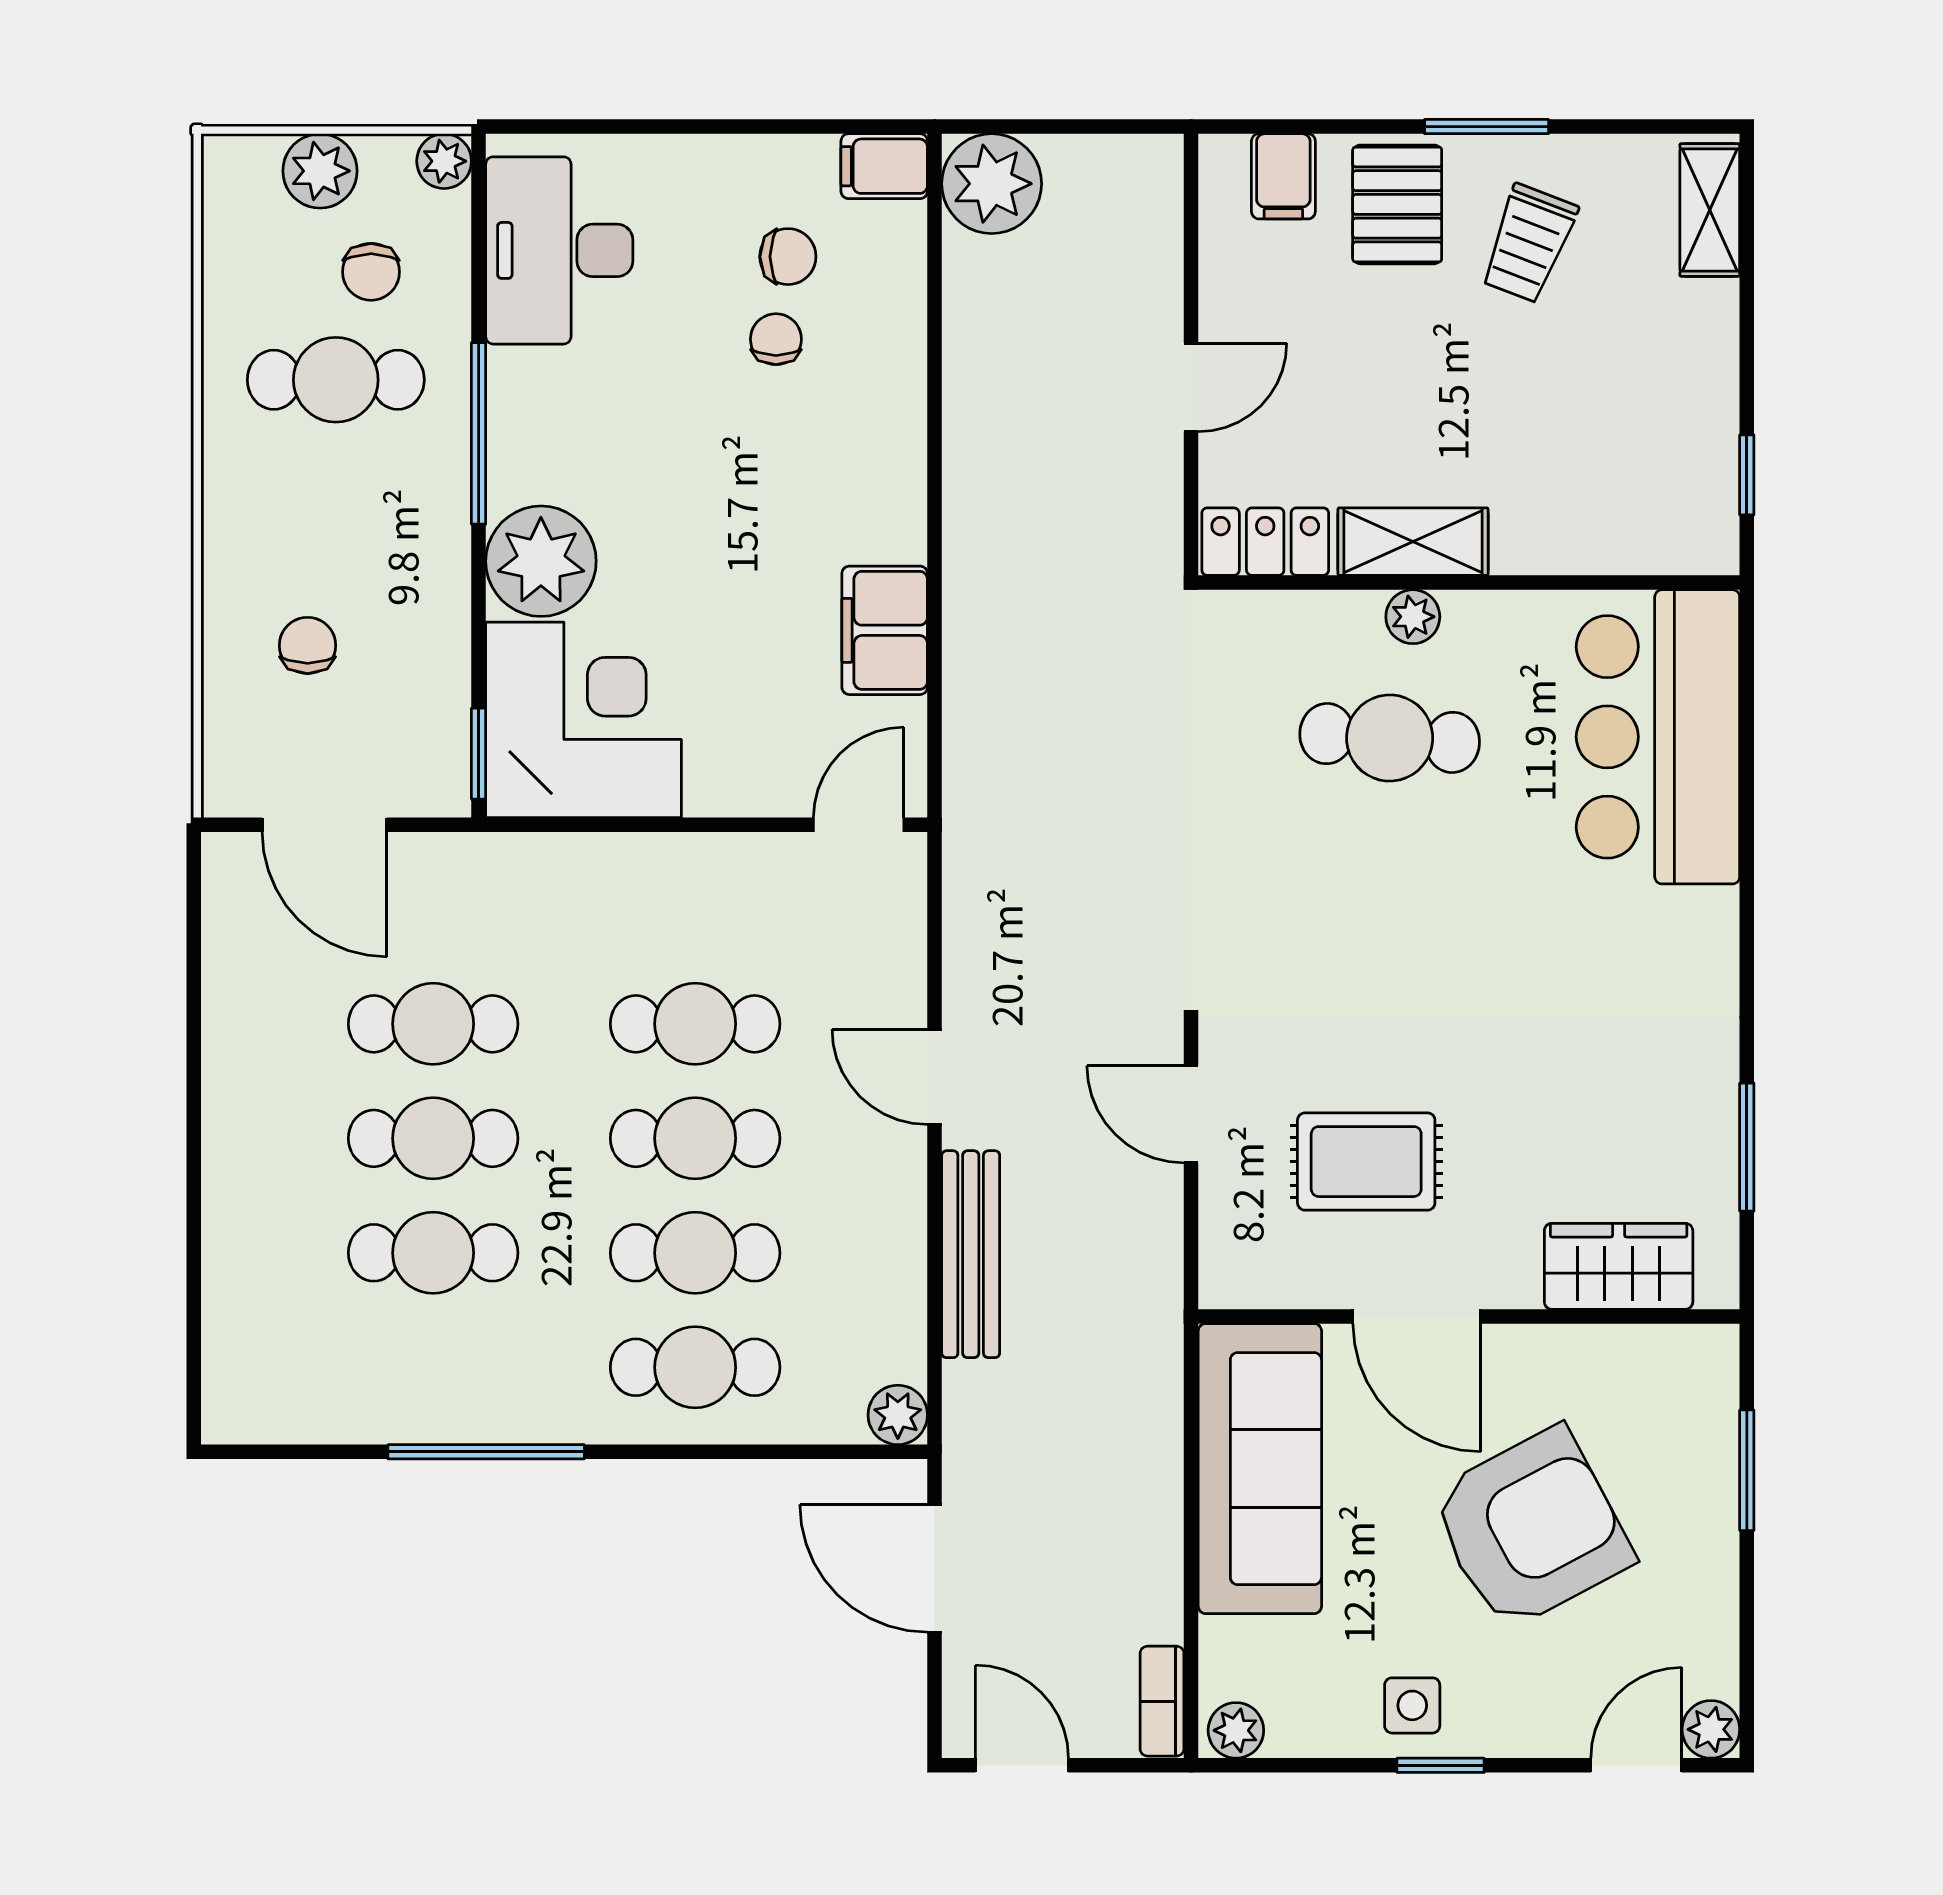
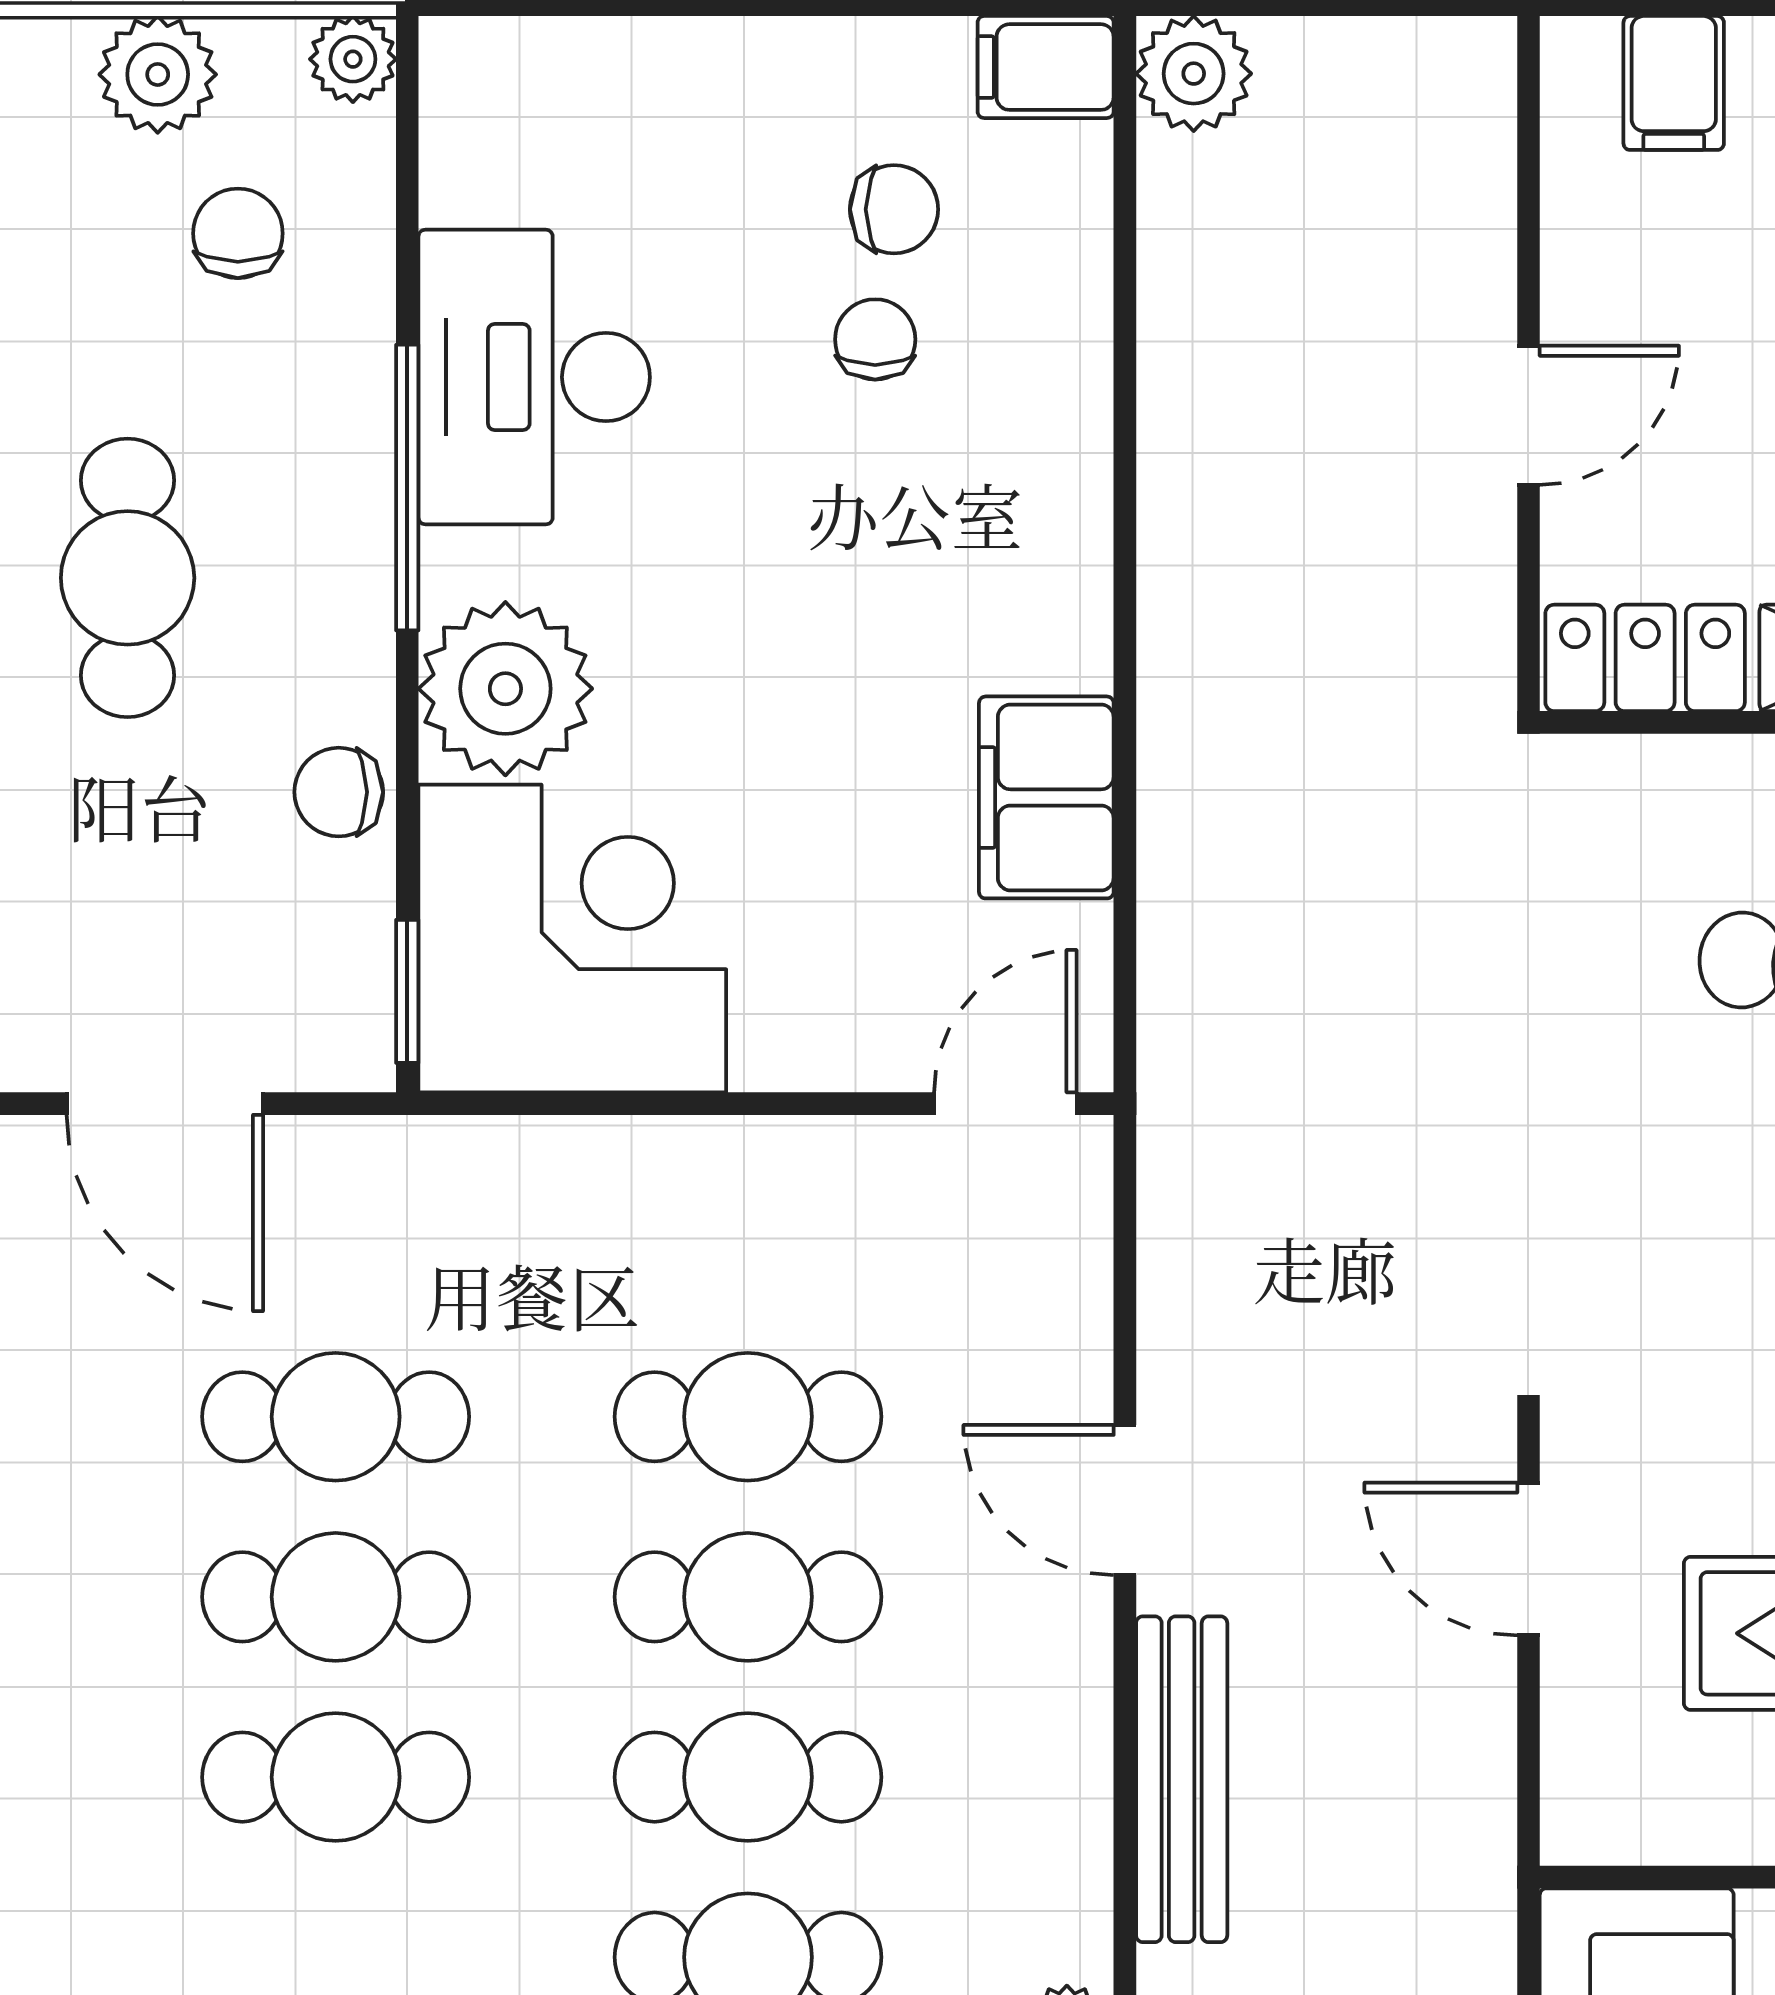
plant: (992, 184) -> (1194, 74), width x0.73, depth x0.73
desk: (559, 250) -> (534, 377), moved
chair: (371, 272) -> (238, 233), turned 180
cafe table: (336, 380) -> (128, 578), moved, turned 90
chair: (308, 645) -> (339, 792), moved, turned -90

